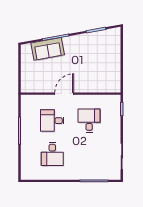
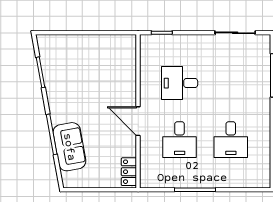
locker: (31, 88) -> (129, 172), added
desk: (52, 154) -> (231, 140), turned 90

